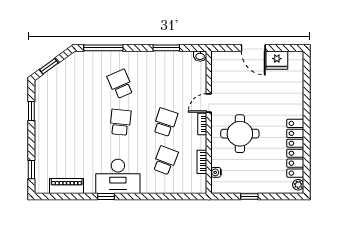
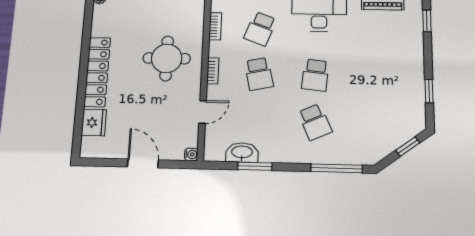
washbasin: (200, 56) -> (242, 152), moved, width x1.91, depth x1.45
fridge: (277, 60) -> (94, 122), moved, turned 90
door: (209, 103) -> (203, 112), moved
school desk: (165, 122) -> (259, 74), turned -30
locker: (295, 148) -> (97, 72), moved
water cooler: (216, 172) -> (191, 154), moved

